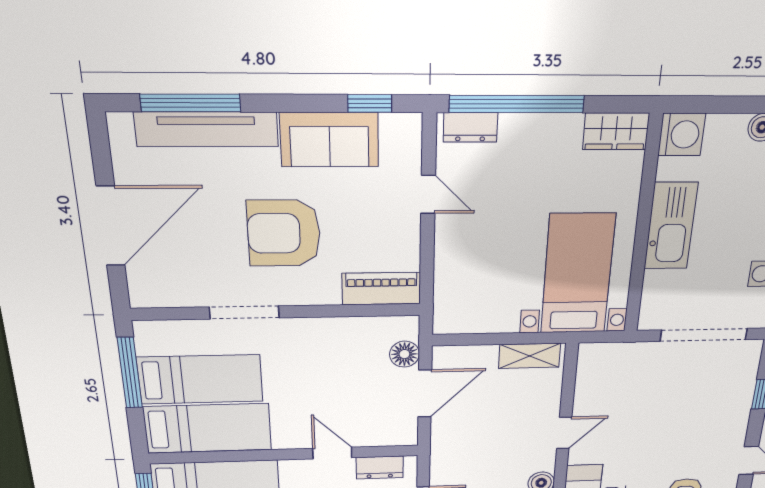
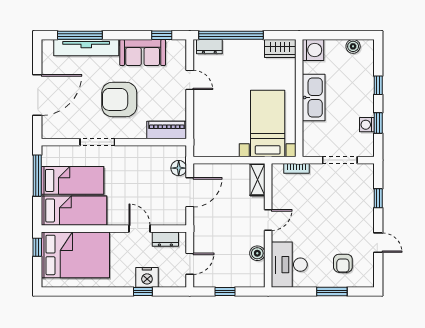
doorway: (704, 335) -> (340, 160), width x0.73
bookcase: (624, 350) -> (297, 168), added
shelving: (530, 356) -> (257, 180), moved, turned 90

